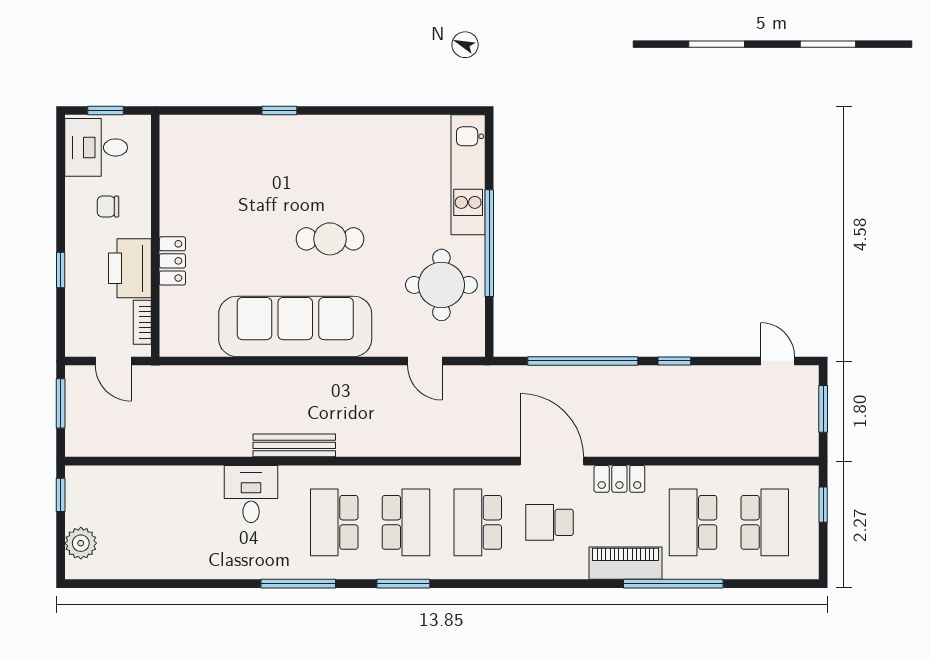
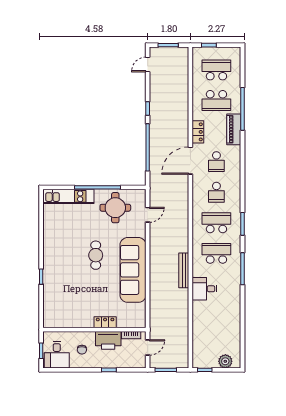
school desk: (334, 522) -> (216, 253), turned 180
school desk: (478, 522) -> (216, 192), width x0.54

